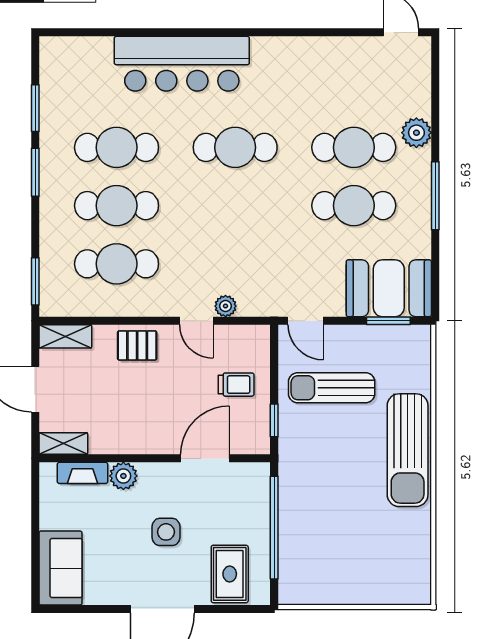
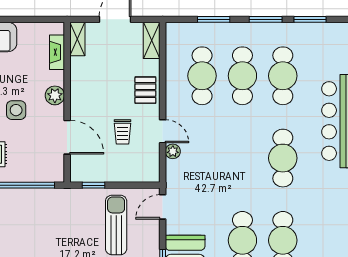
window: (35, 281) -> (214, 19), moved
door: (196, 321) -> (163, 131), swing flipped
trolley: (236, 385) -> (122, 132), moved
plant: (123, 476) -> (55, 95), moved

